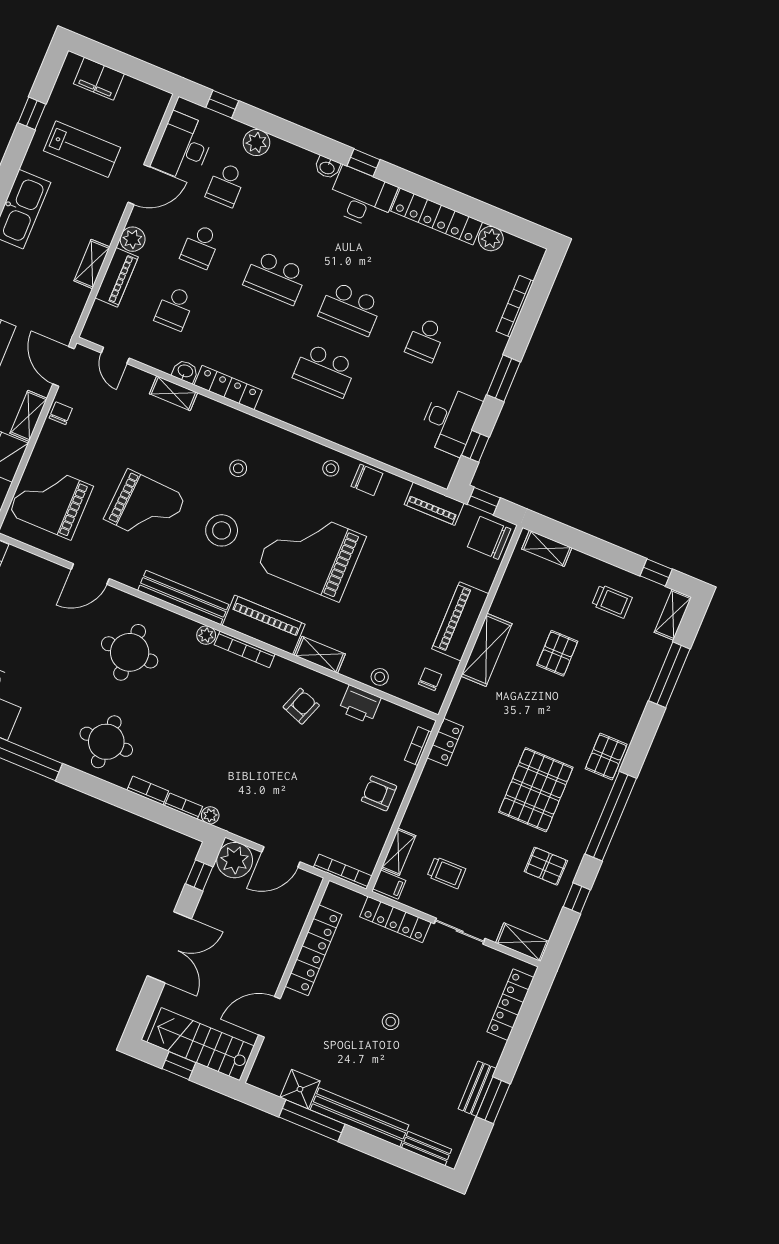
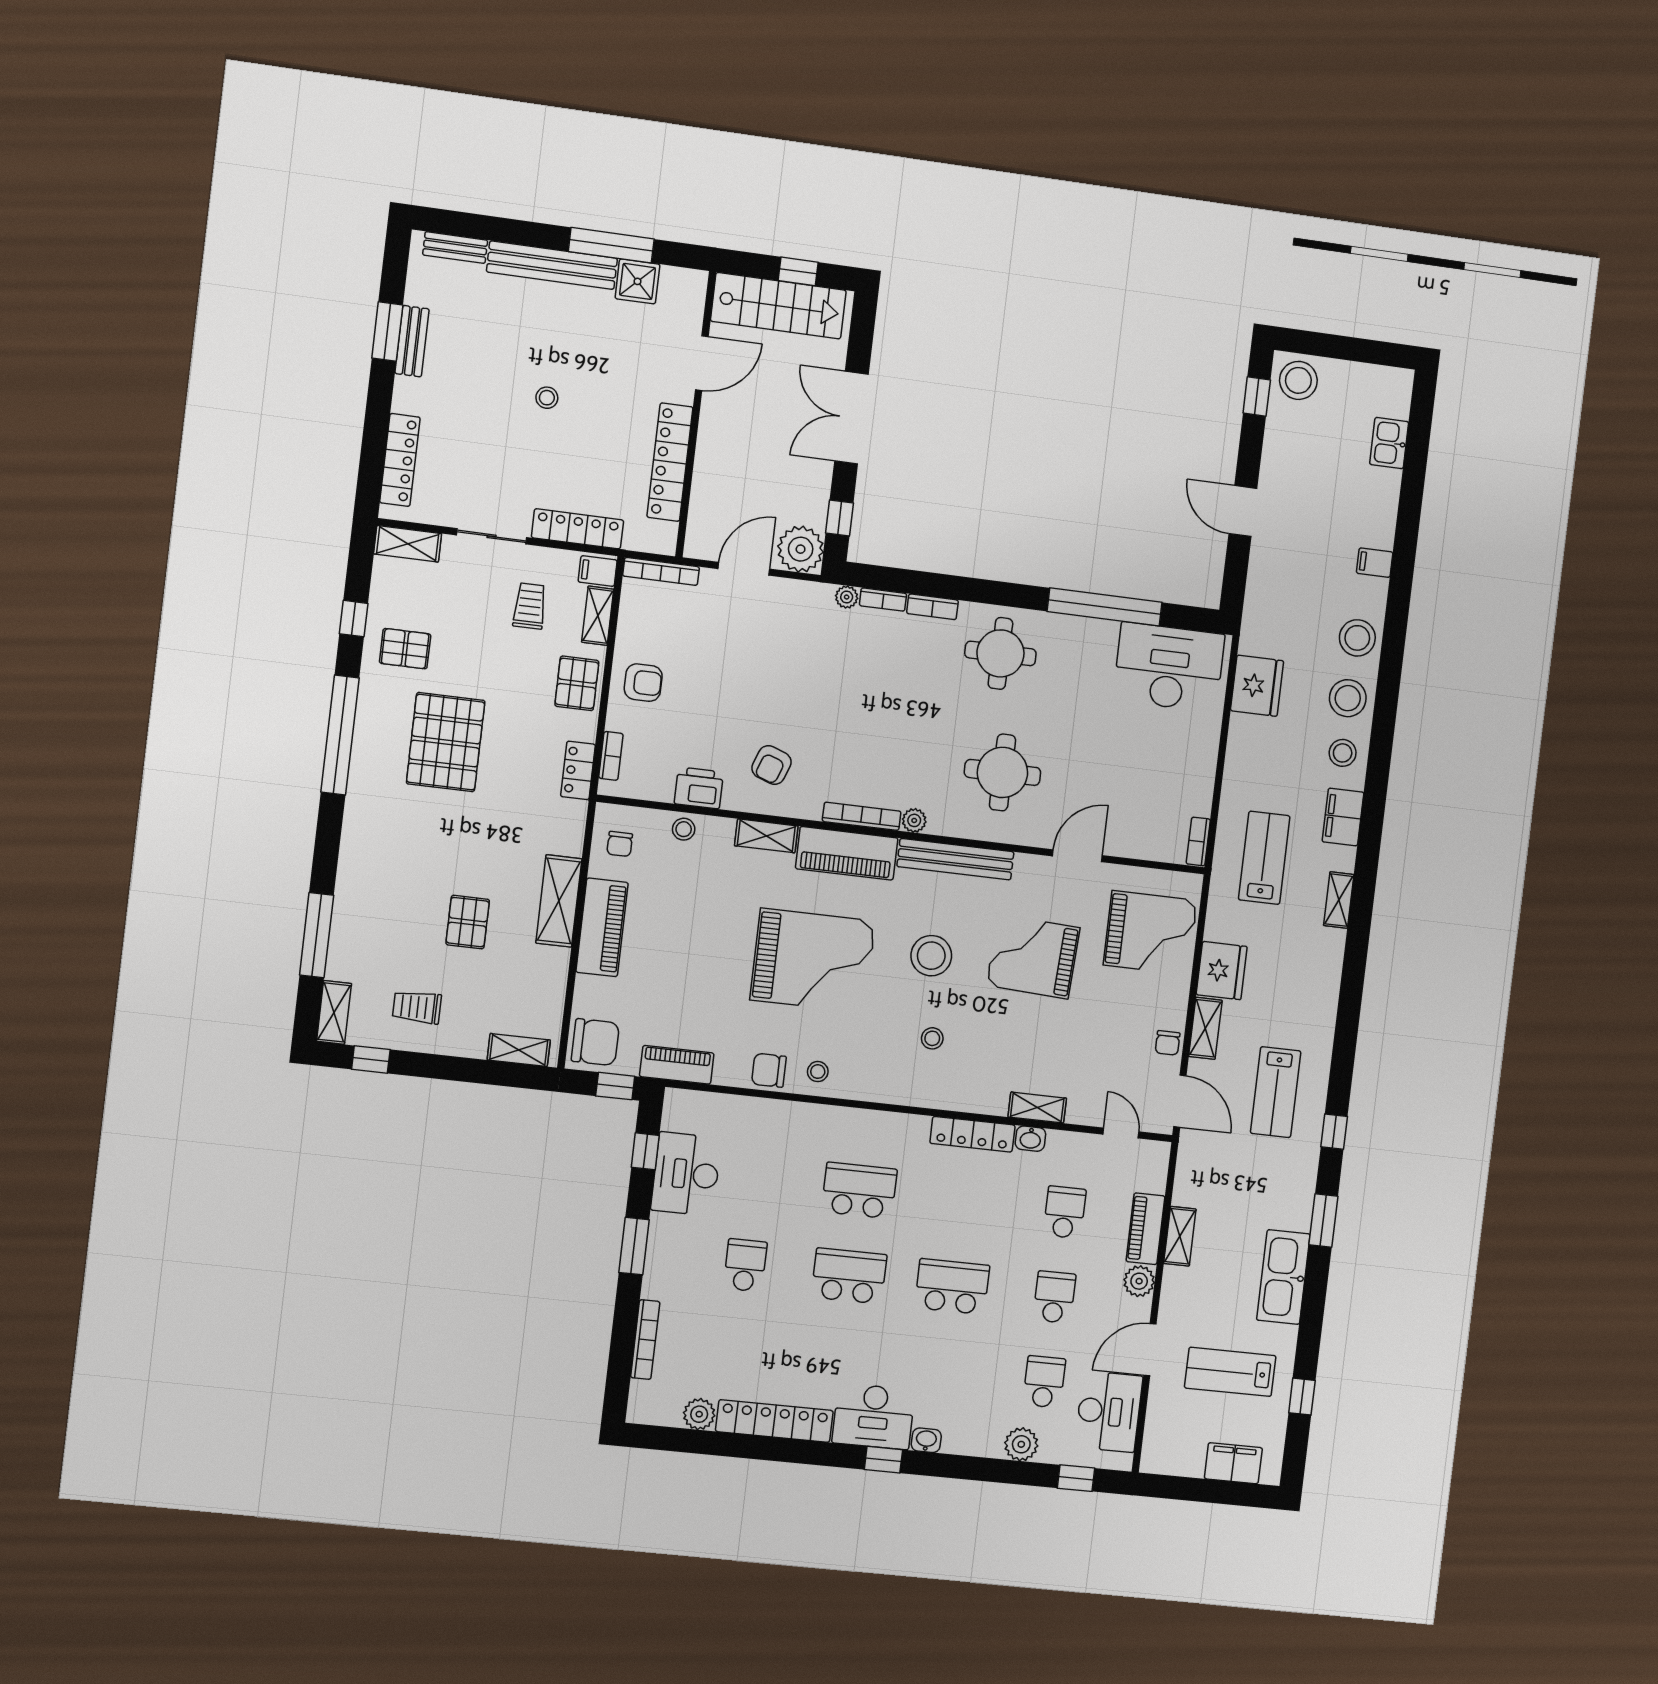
pallet: (606, 757) -> (577, 683), moved
trolley: (446, 873) -> (530, 606), turned 90

